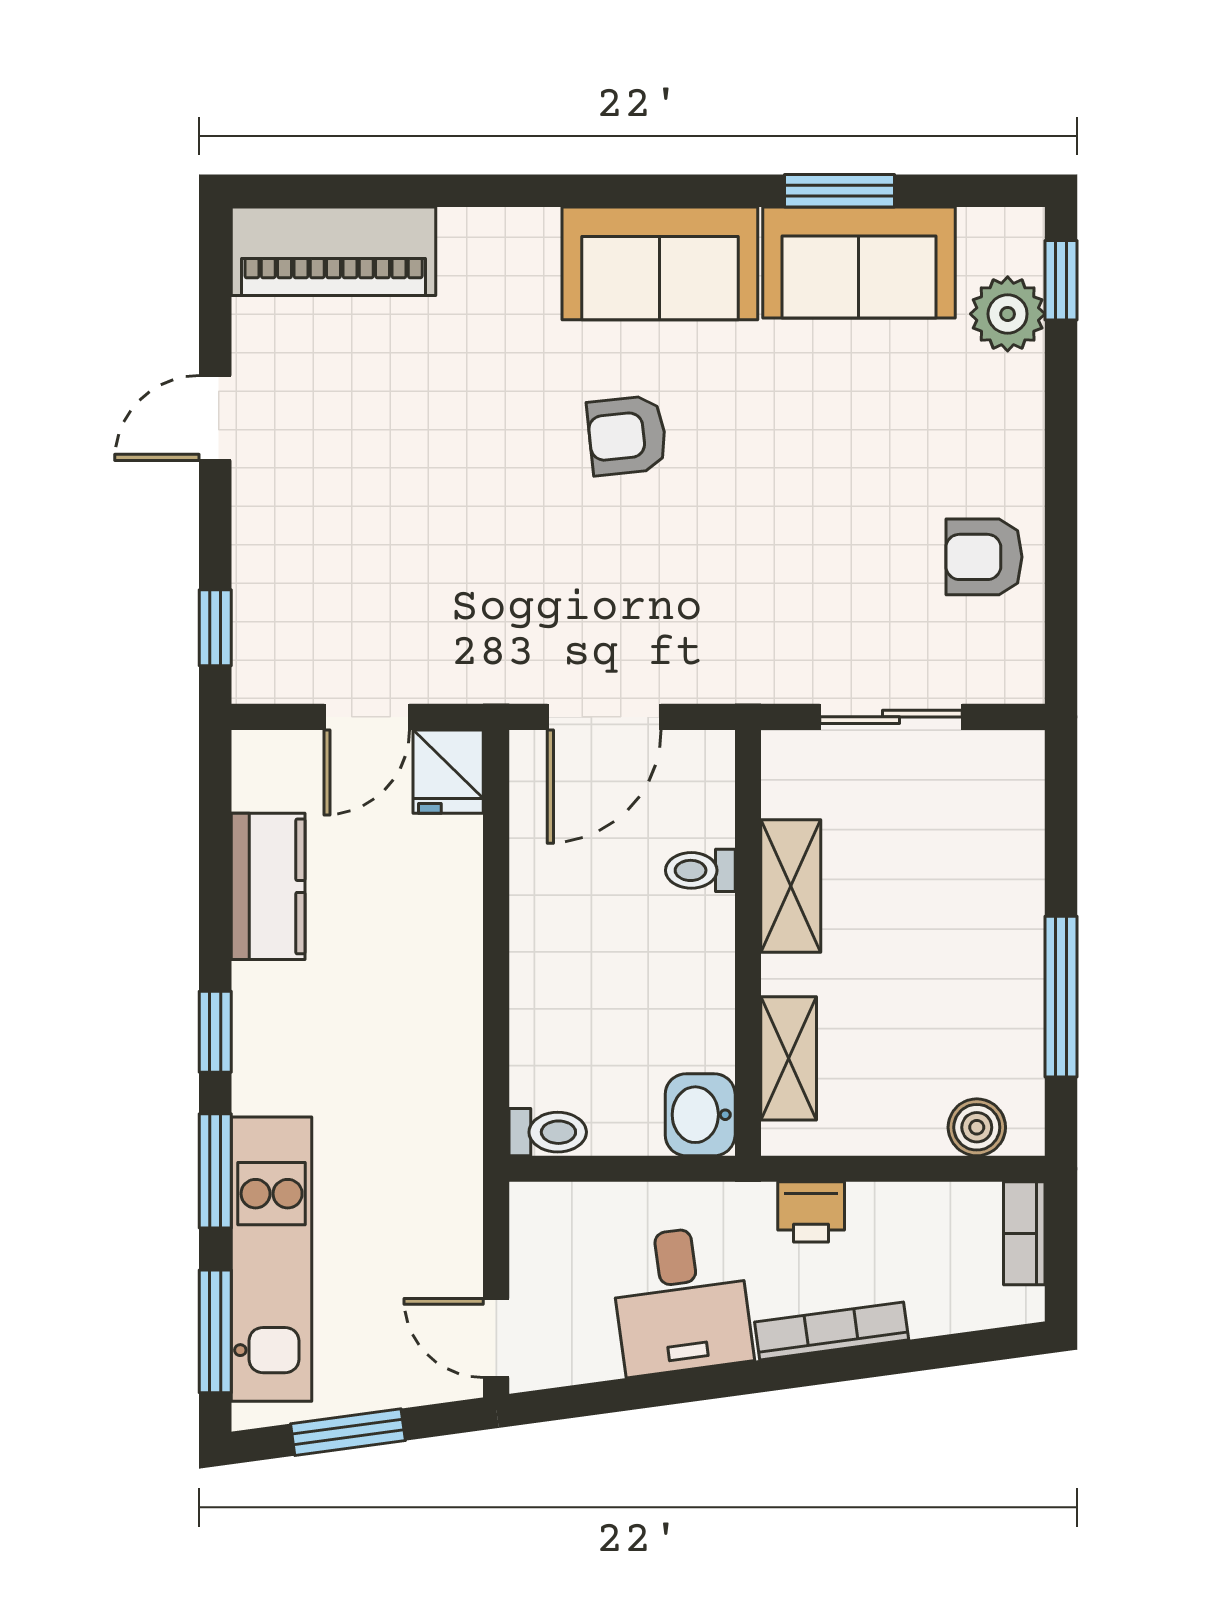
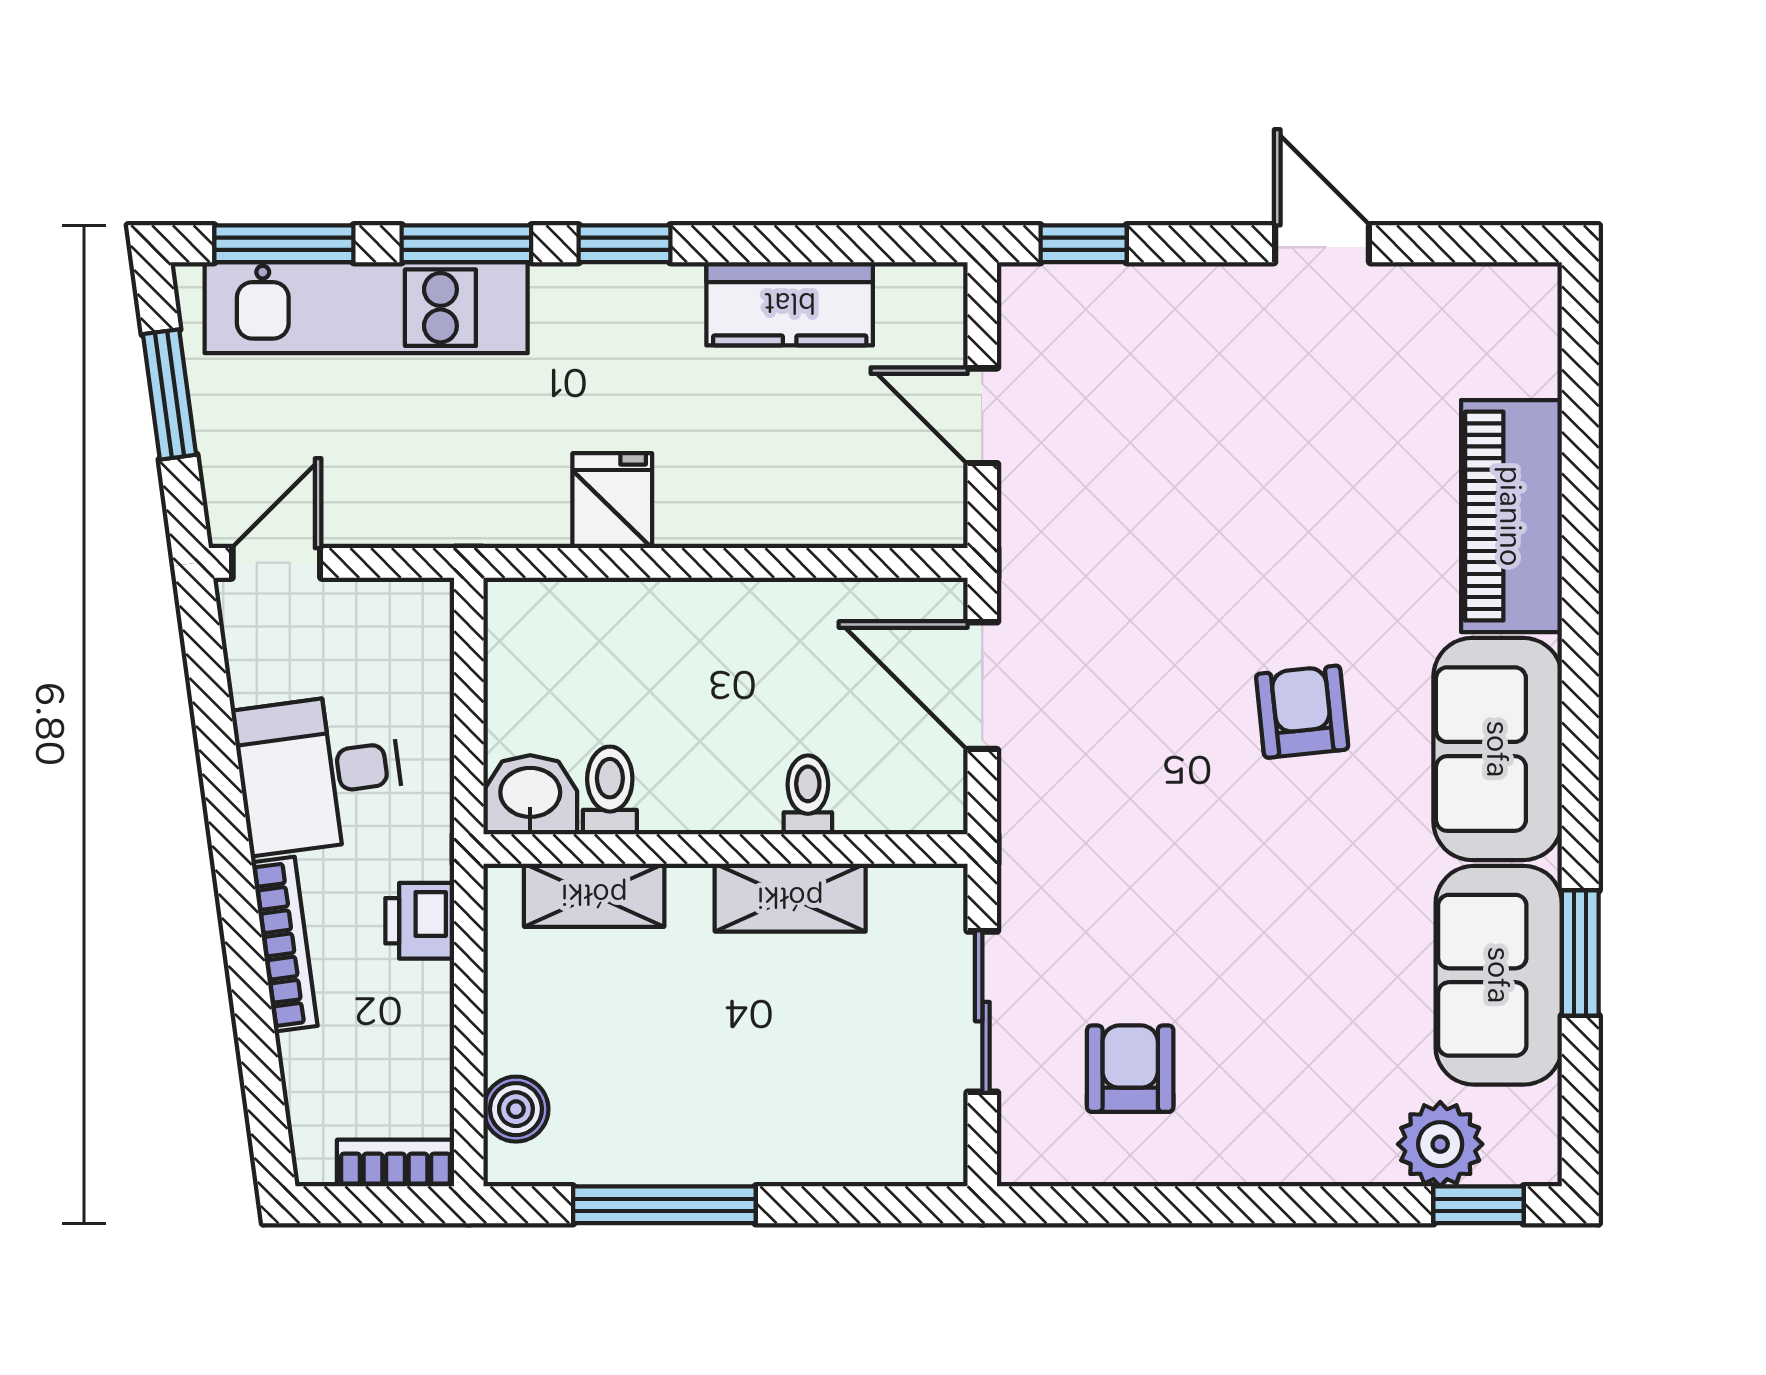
piano: (334, 251) -> (1511, 516), moved
armchair: (984, 557) -> (1130, 1069), moved
fridge: (448, 772) -> (612, 501), moved, turned 90
toilet: (548, 1132) -> (610, 790), moved, turned 180

